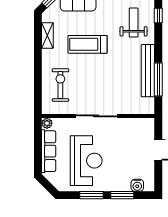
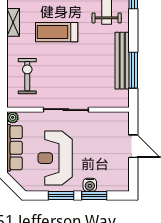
reception desk: (86, 161) -> (55, 158), turned 180
water cooler: (137, 185) -> (90, 185), moved

